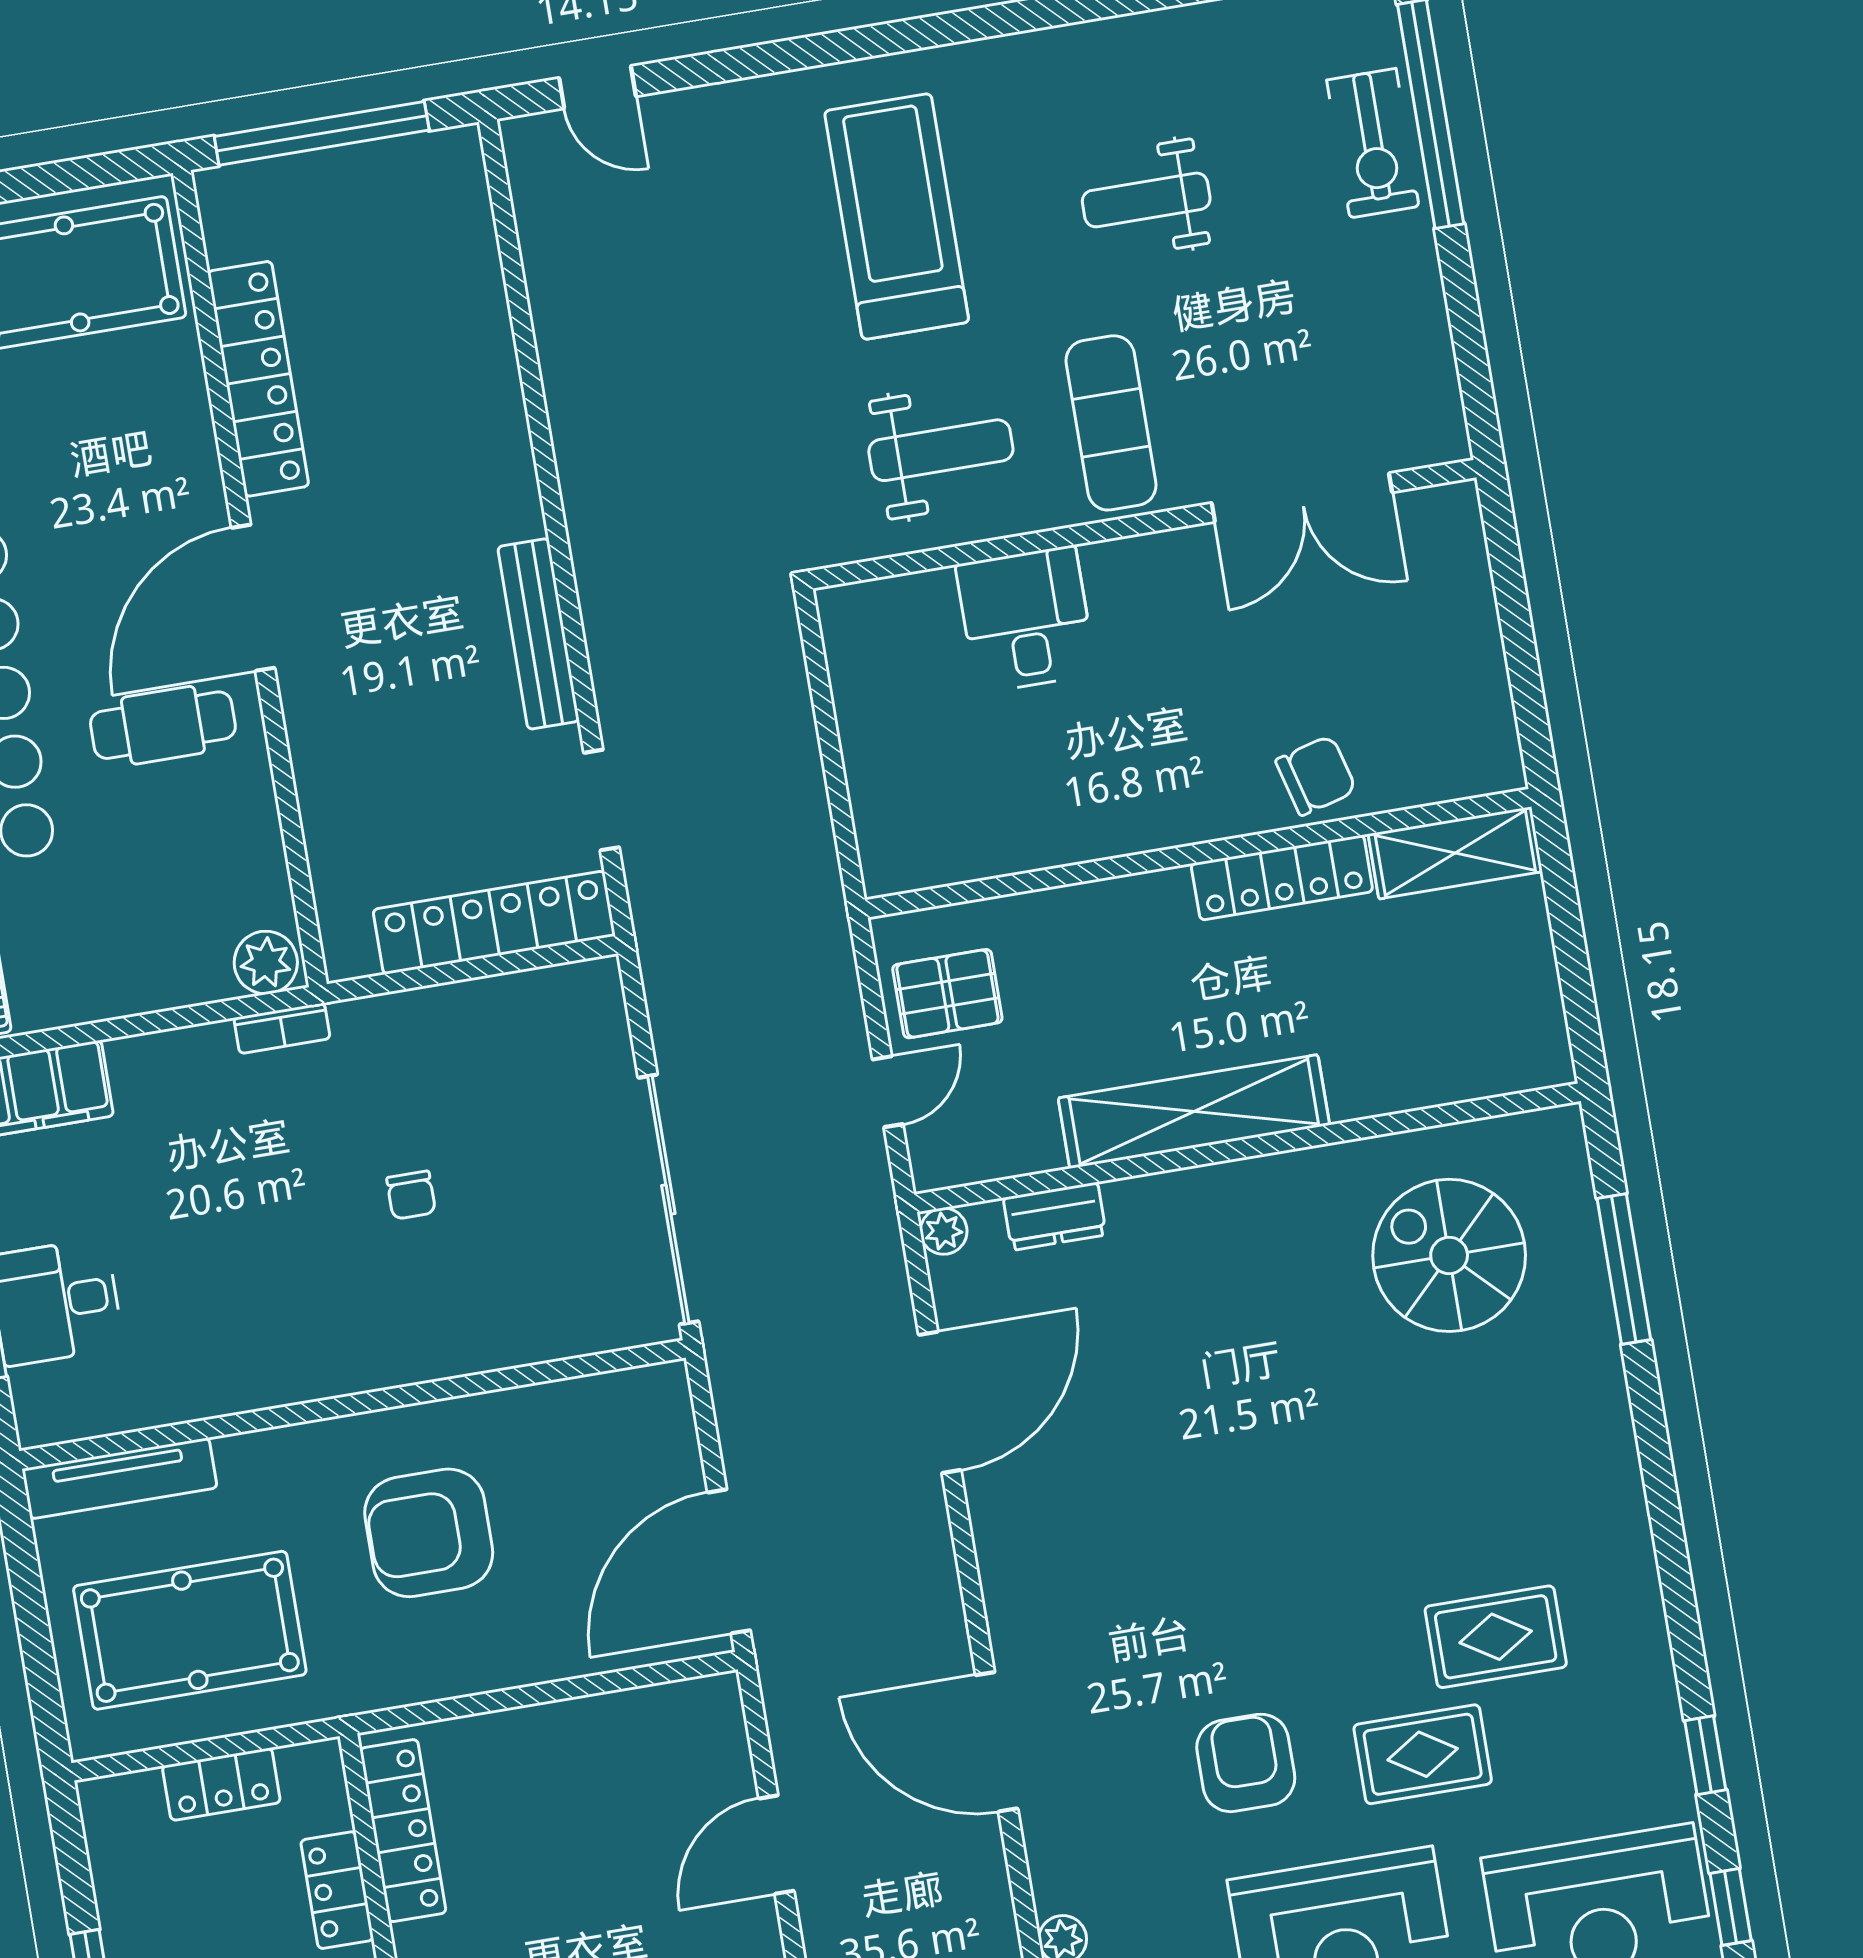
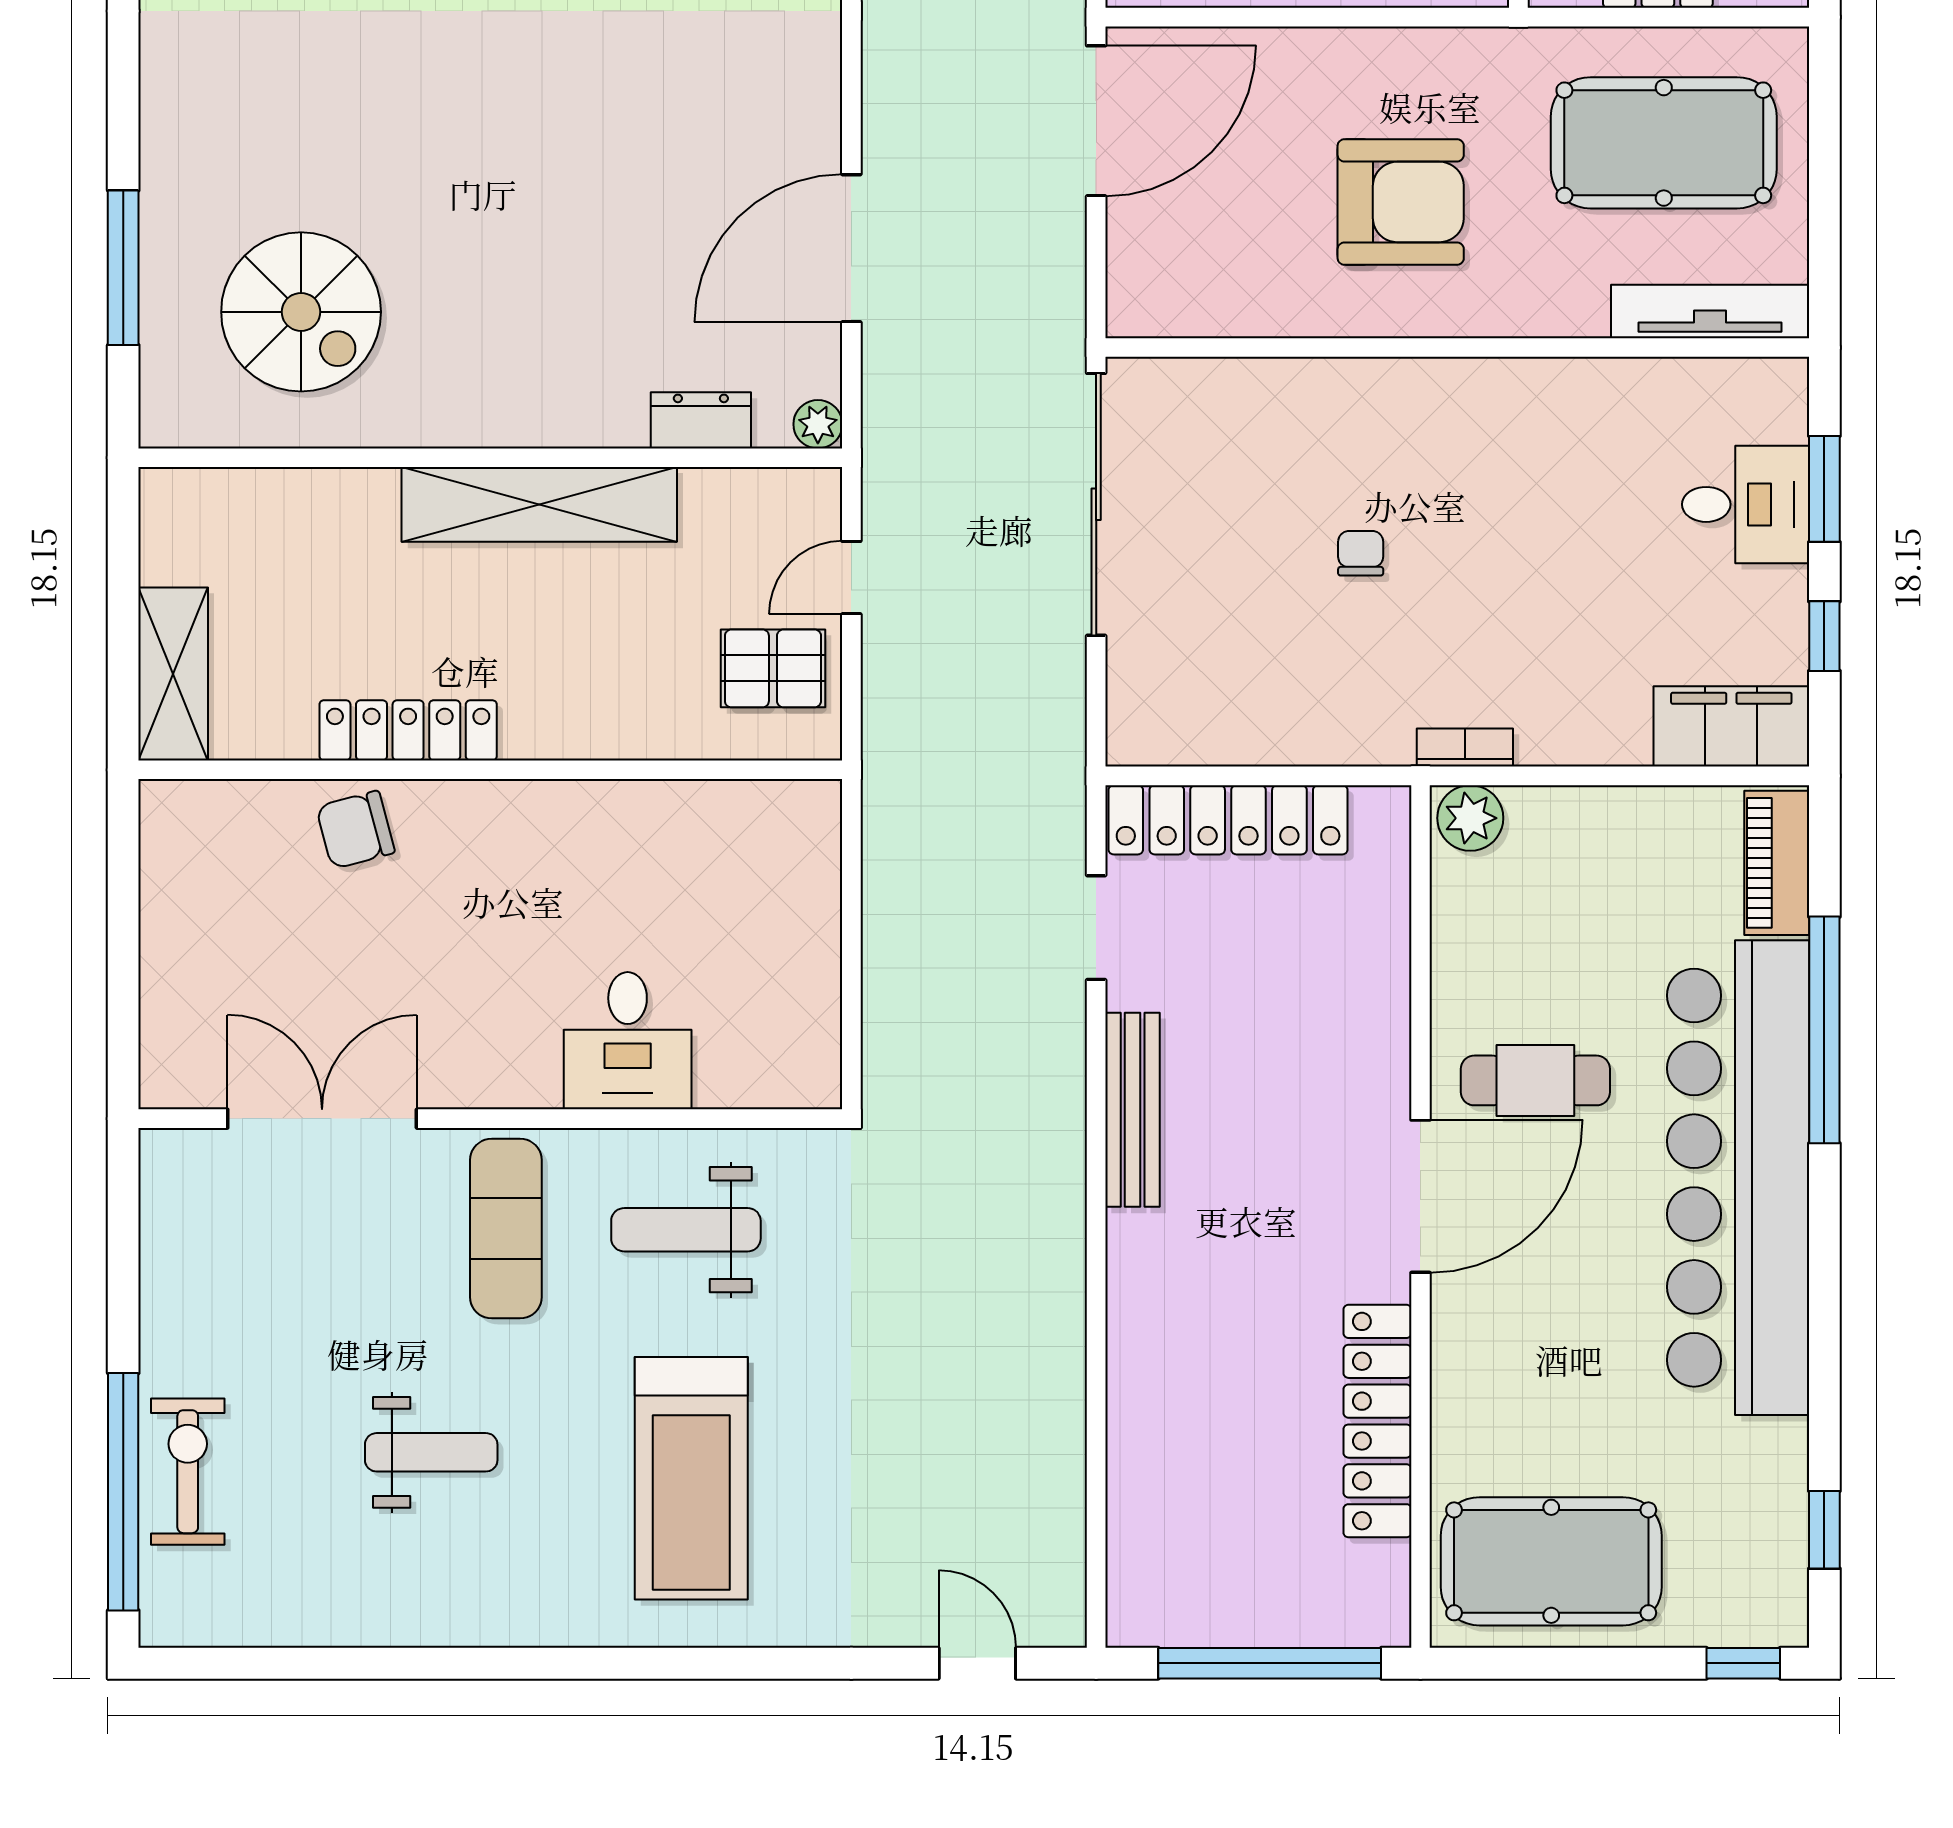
shelving: (1455, 853) -> (173, 674), moved, turned 90

